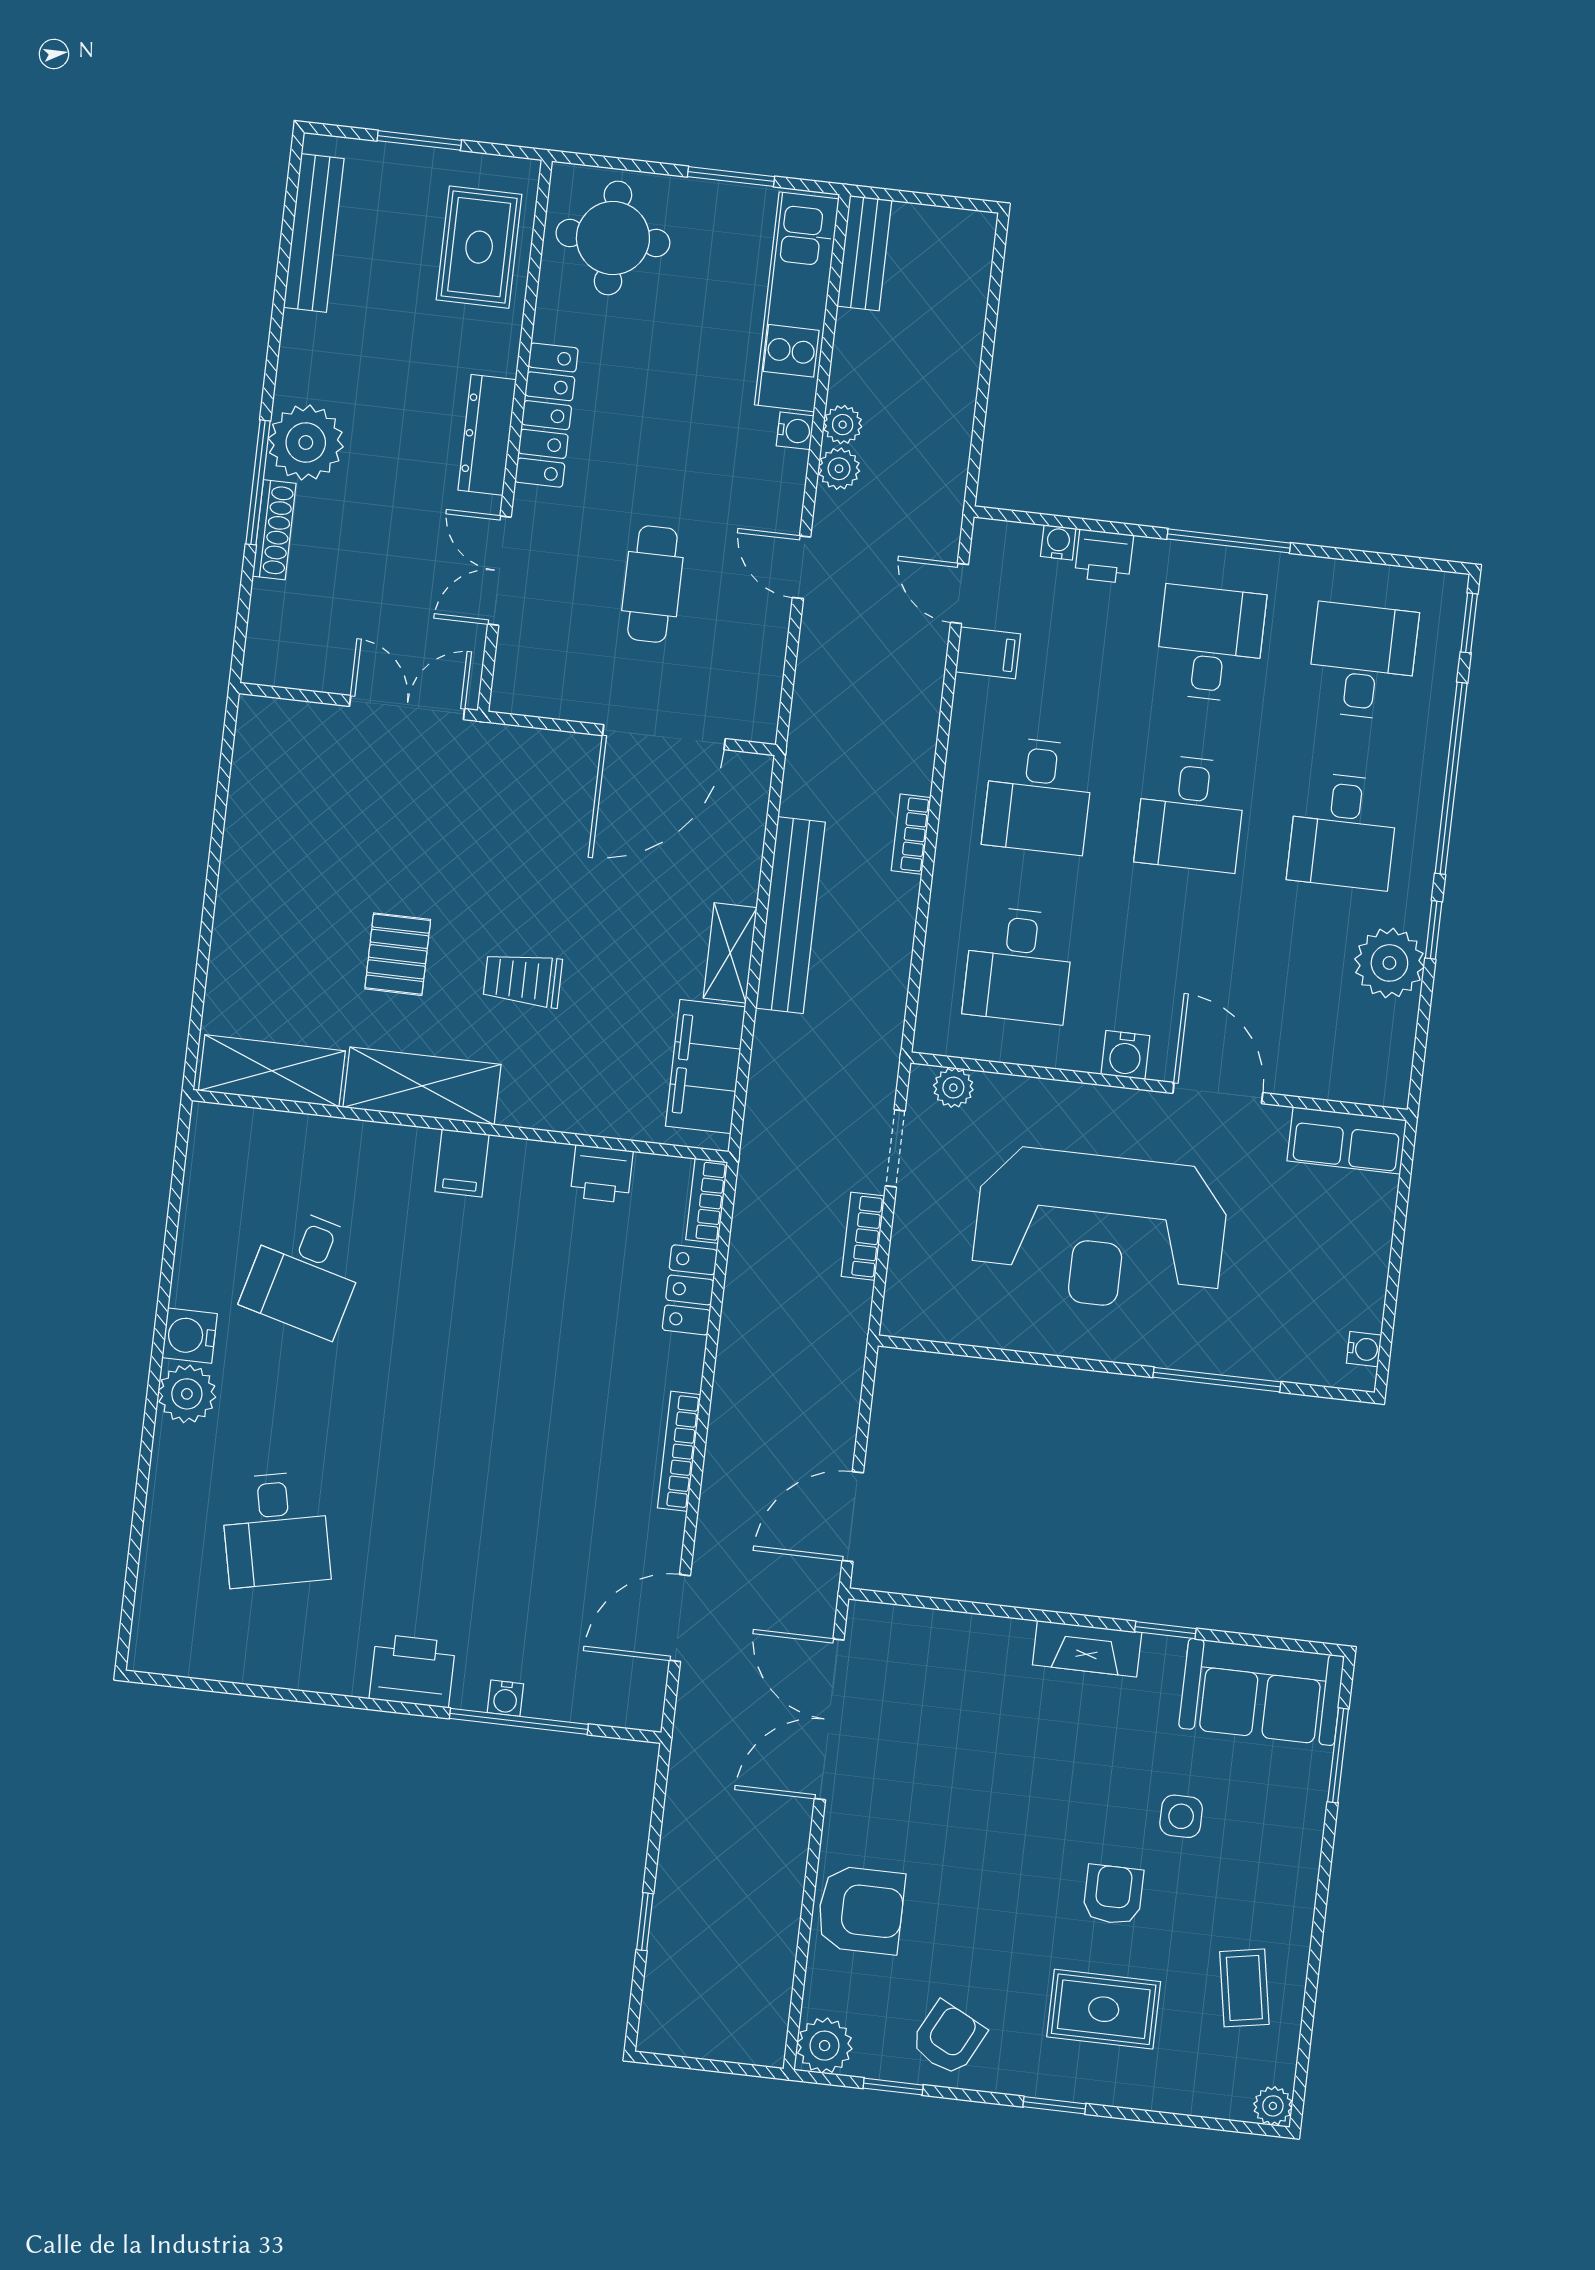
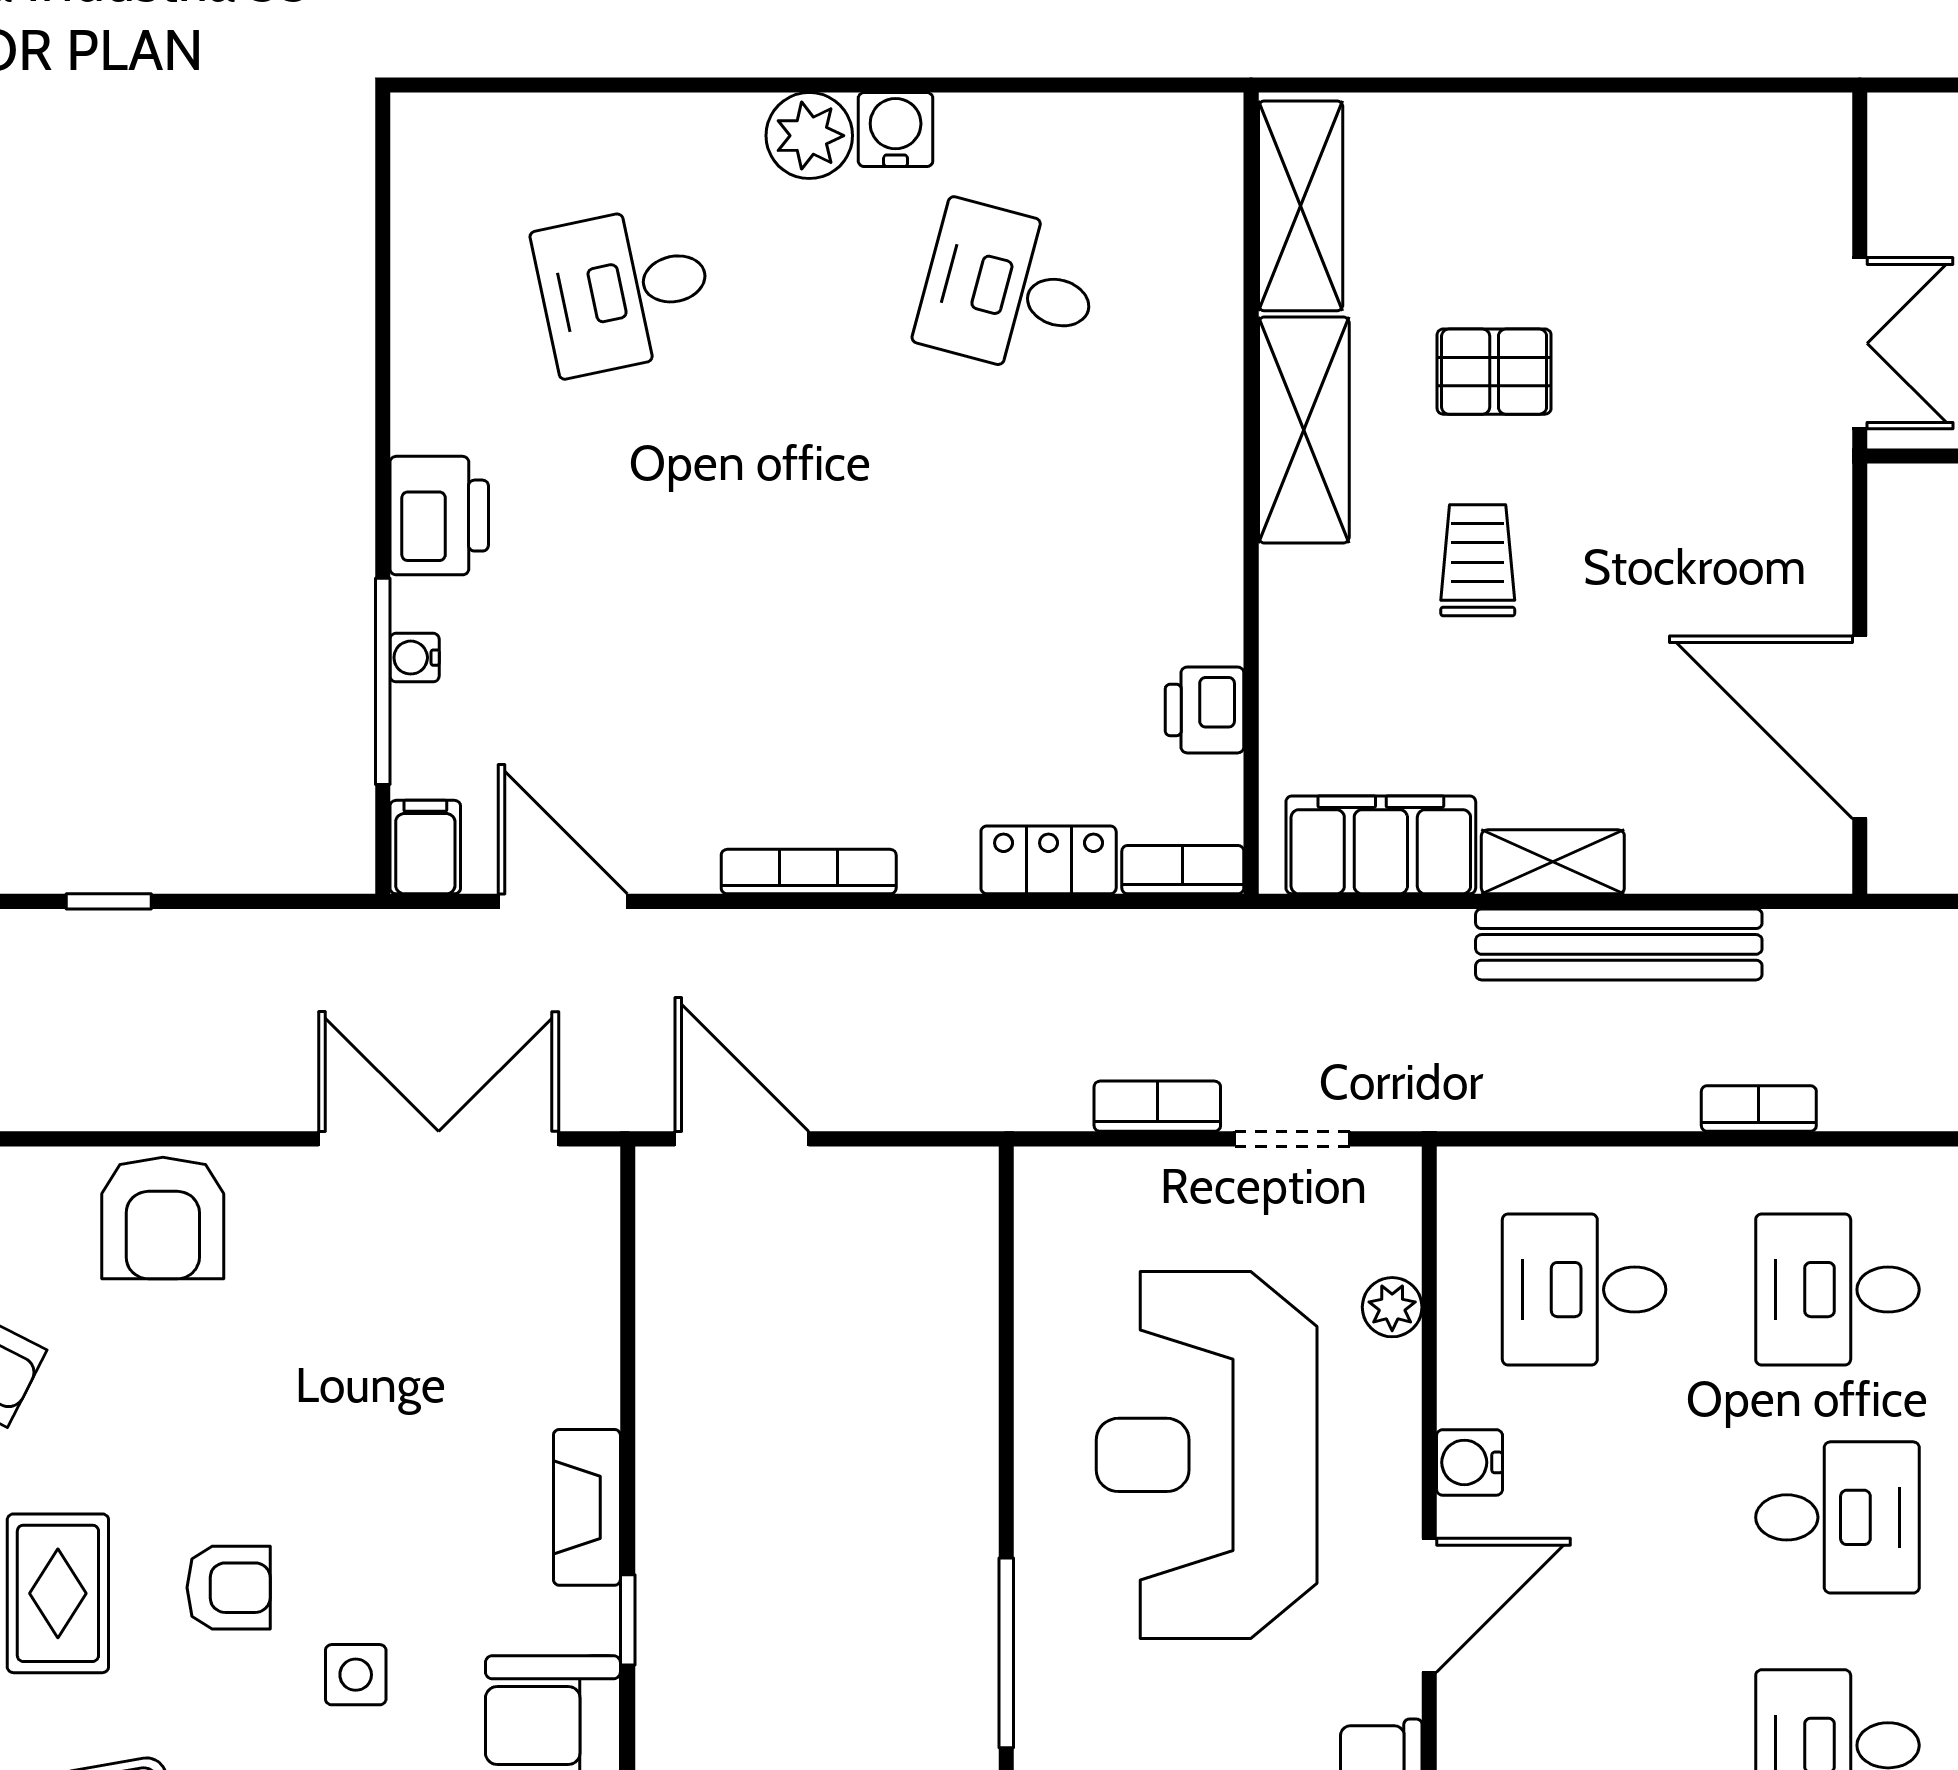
desk: (1191, 813) -> (1837, 1517), turned 180
plant: (953, 1088) -> (1392, 1307), moved
filing cabinet: (462, 1163) -> (425, 847), moved, turned 90

